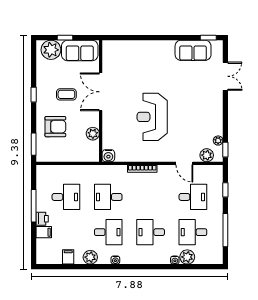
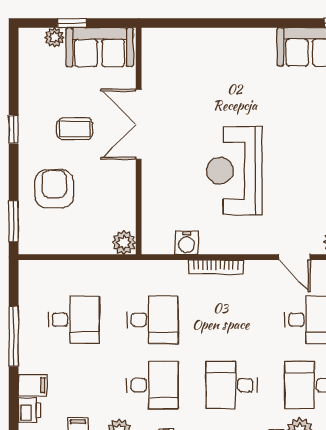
plant: (51, 50) -> (54, 37), width x0.53, depth x0.53
armchair: (55, 127) -> (54, 189), turned -90
plant: (93, 134) -> (124, 242), moved
water cooler: (108, 156) -> (187, 243), moved
desk: (108, 197) -> (153, 320), turned 180
printer: (42, 219) -> (29, 410), moved

